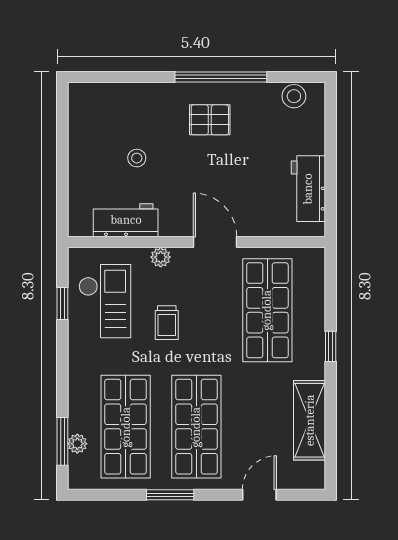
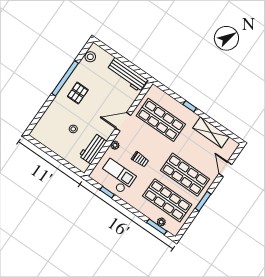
workbench: (308, 189) -> (127, 75), width x1.37

